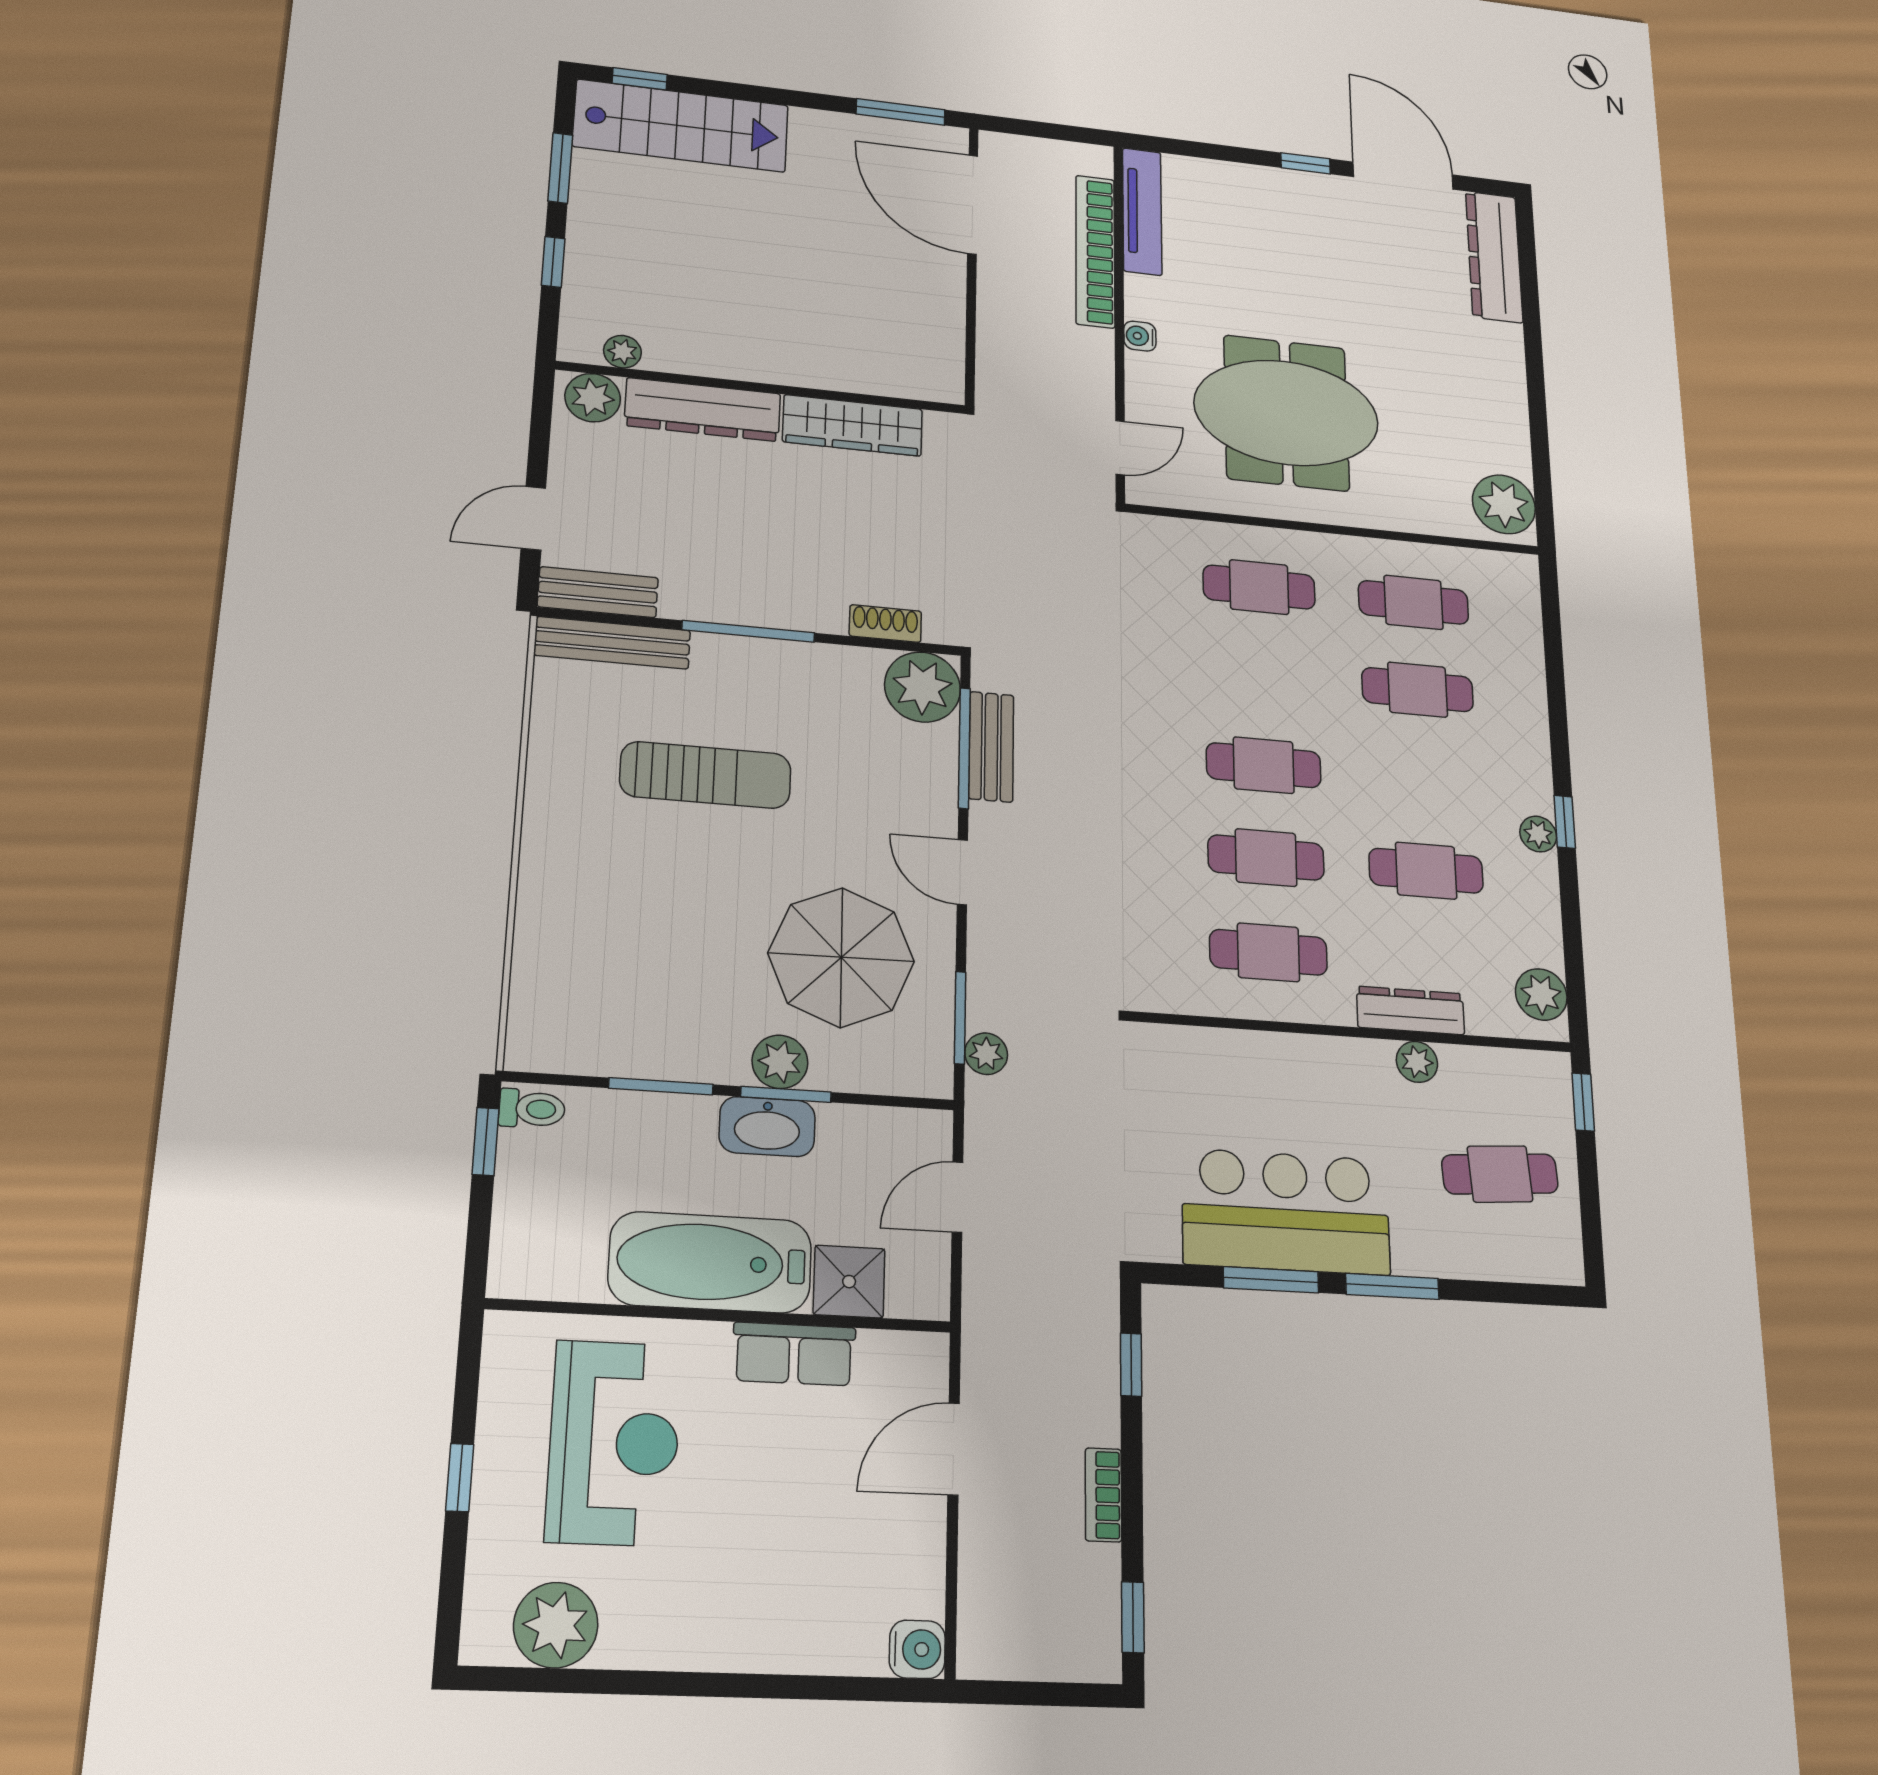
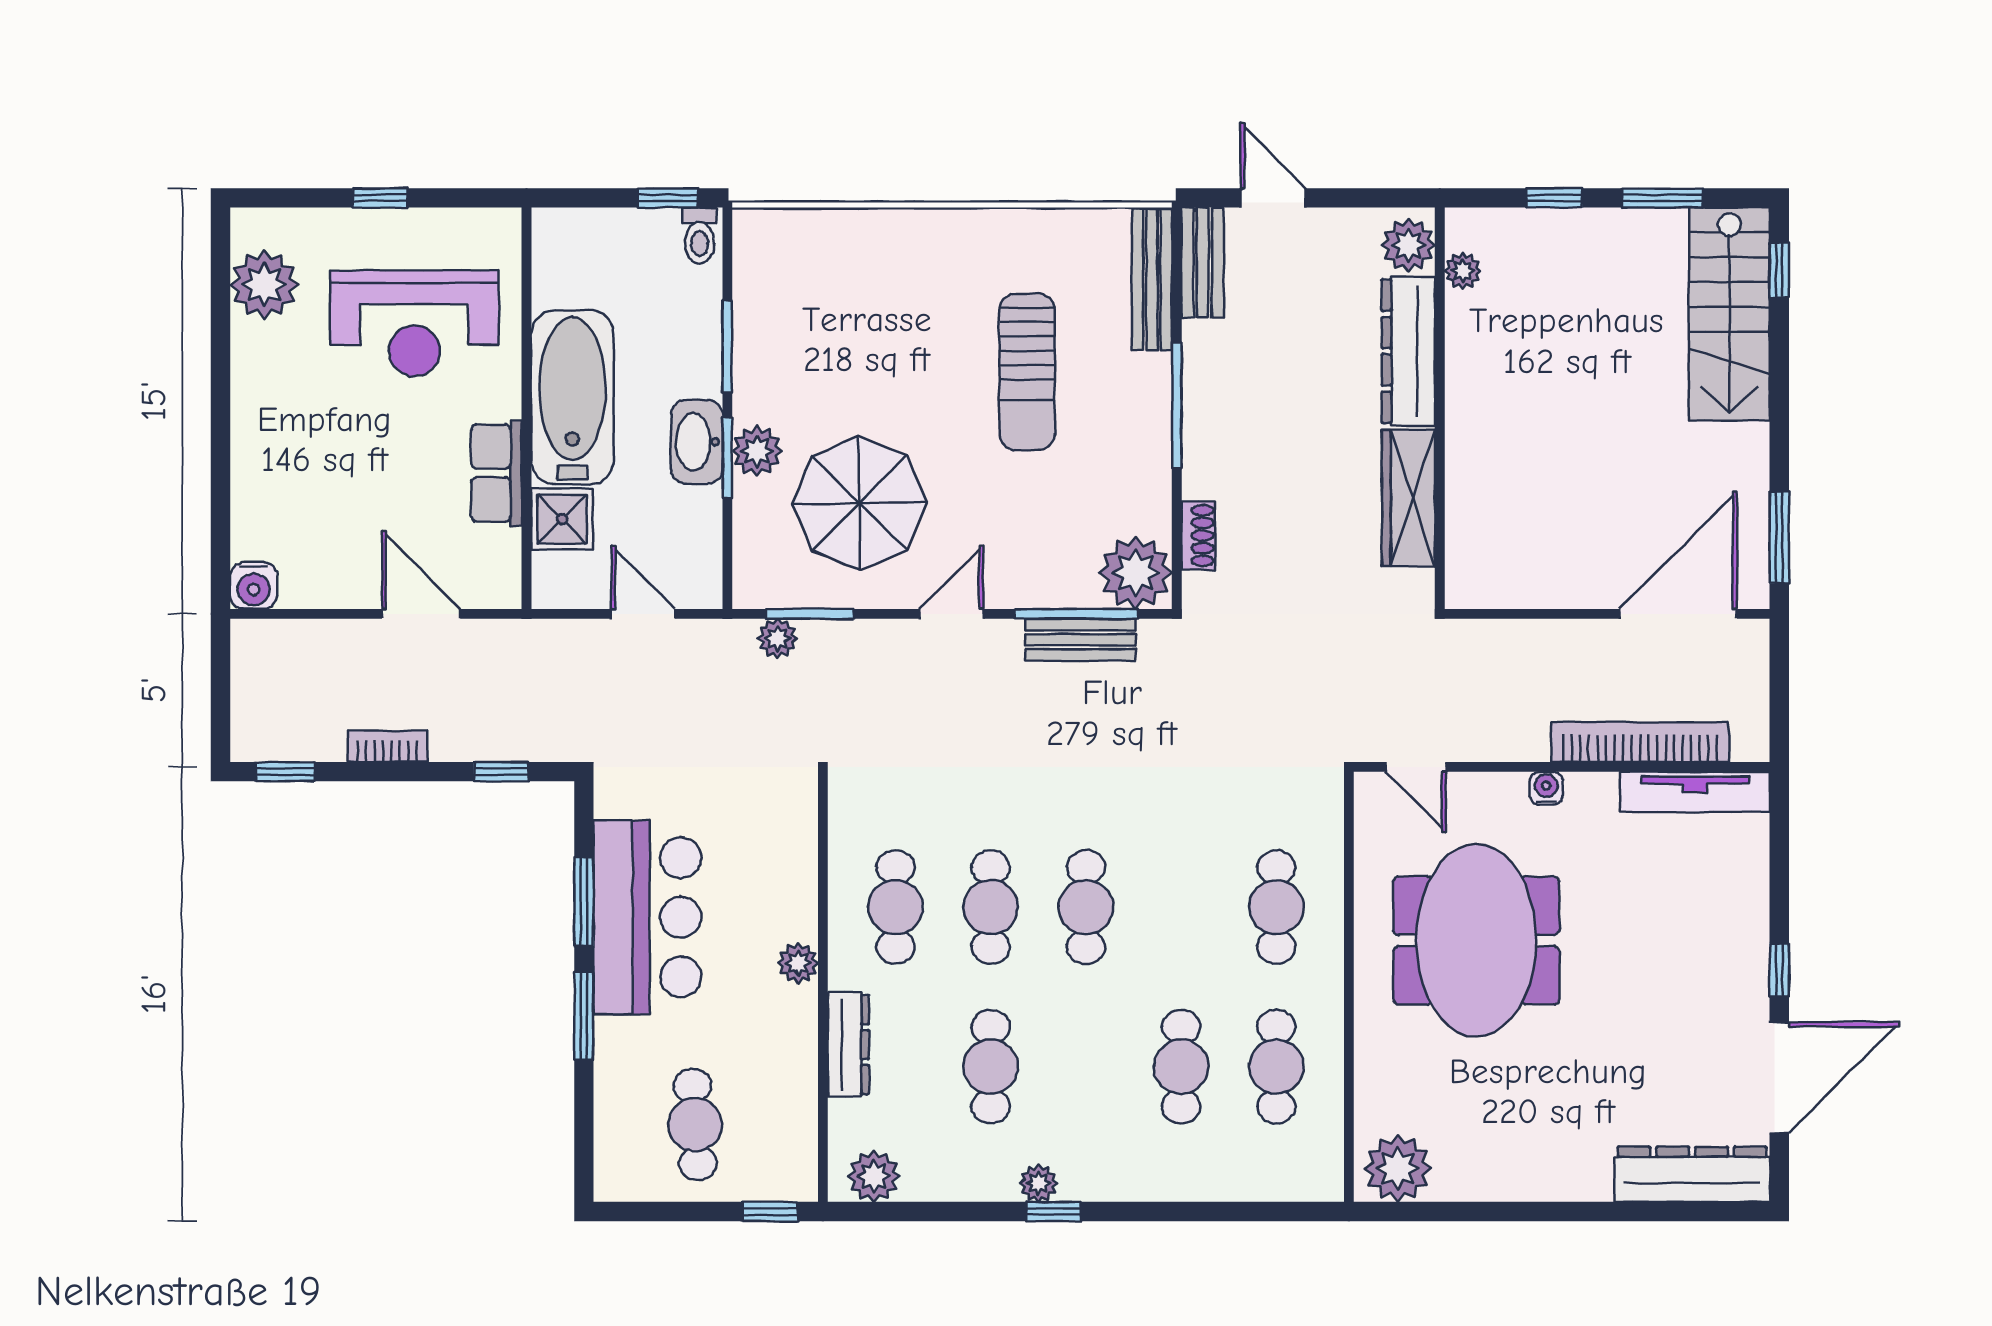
plant: (1417, 1062) -> (798, 963), moved

